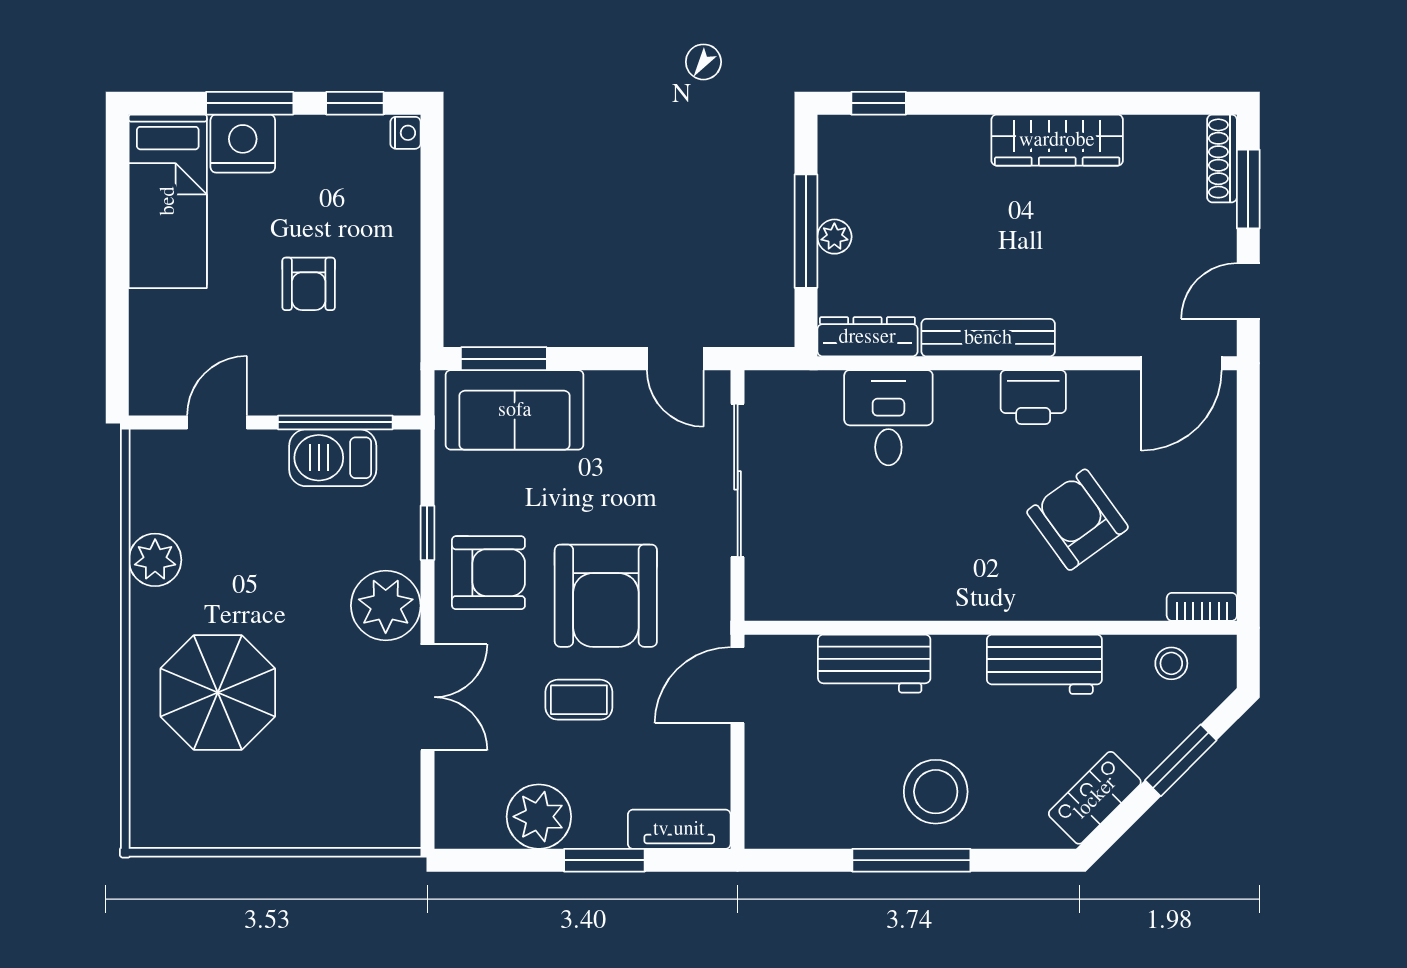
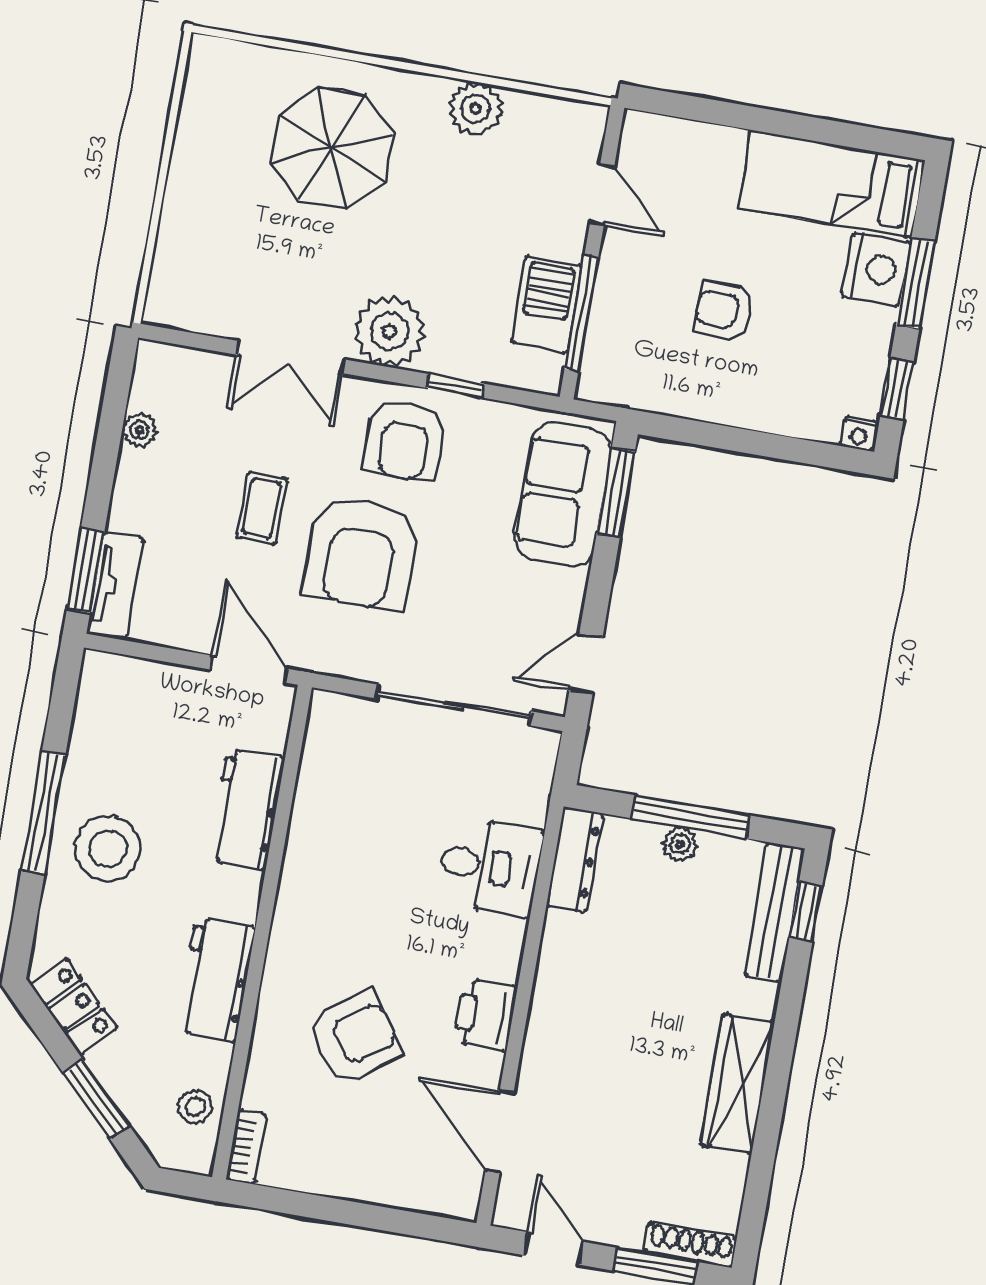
bench: (988, 338) -> (775, 912), moved
door: (1181, 363) -> (500, 1132), moved
armchair: (606, 596) -> (361, 553), turned -90
plant: (539, 817) -> (139, 430), width x0.53, depth x0.53
window: (604, 860) -> (86, 570), moved

